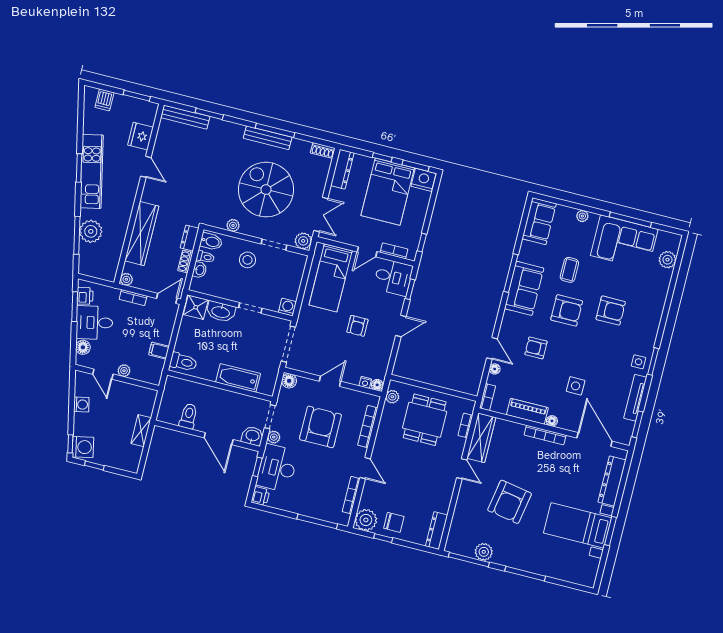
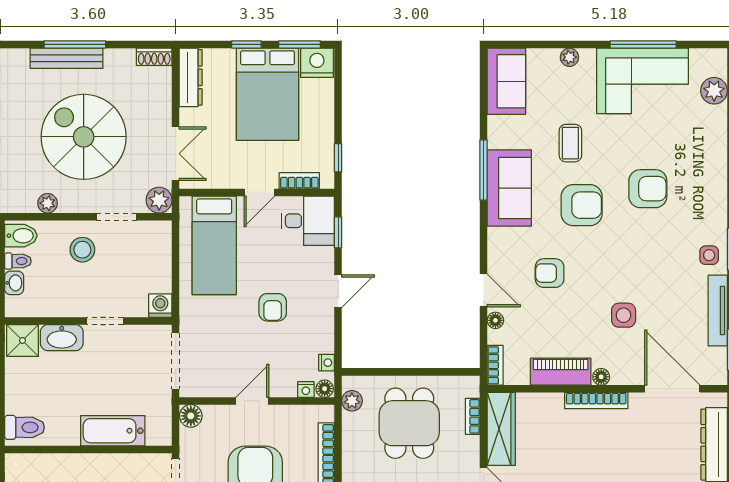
nightstand: (382, 369) -> (327, 363), added

